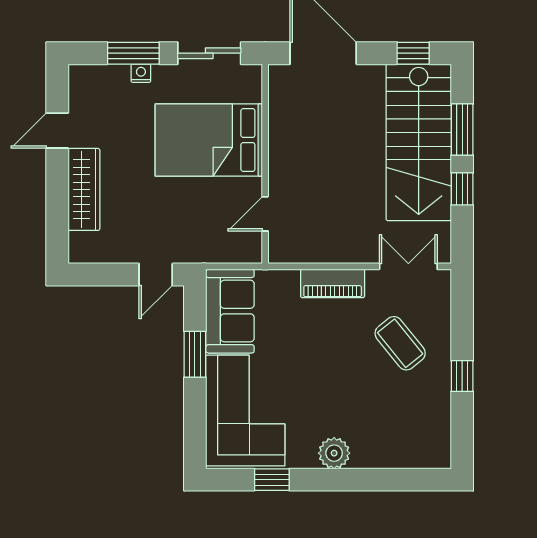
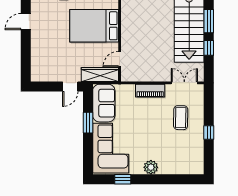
wardrobe: (84, 189) -> (100, 75), moved, turned -90
coffee table: (400, 343) -> (181, 118), turned 40

